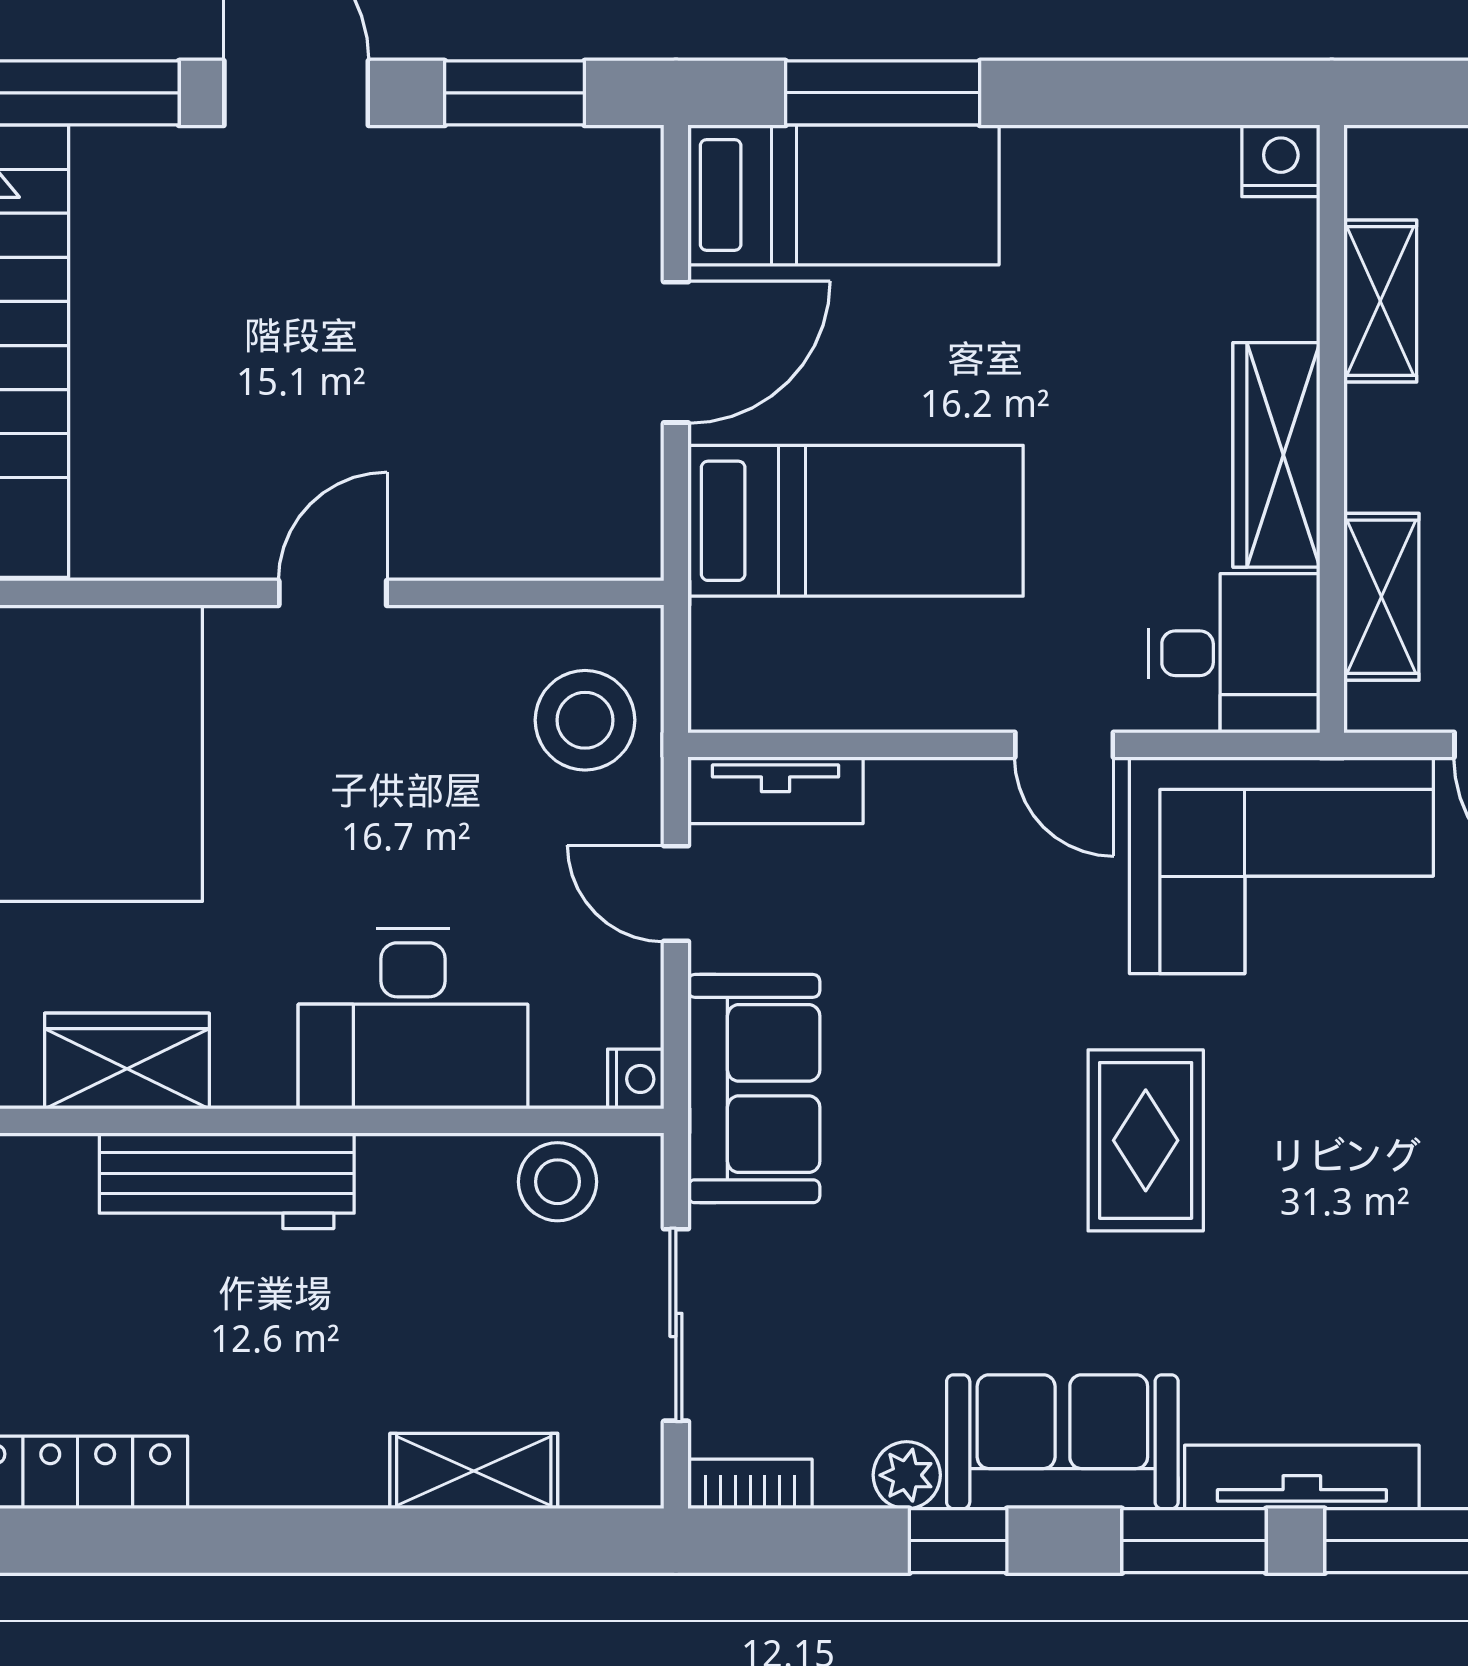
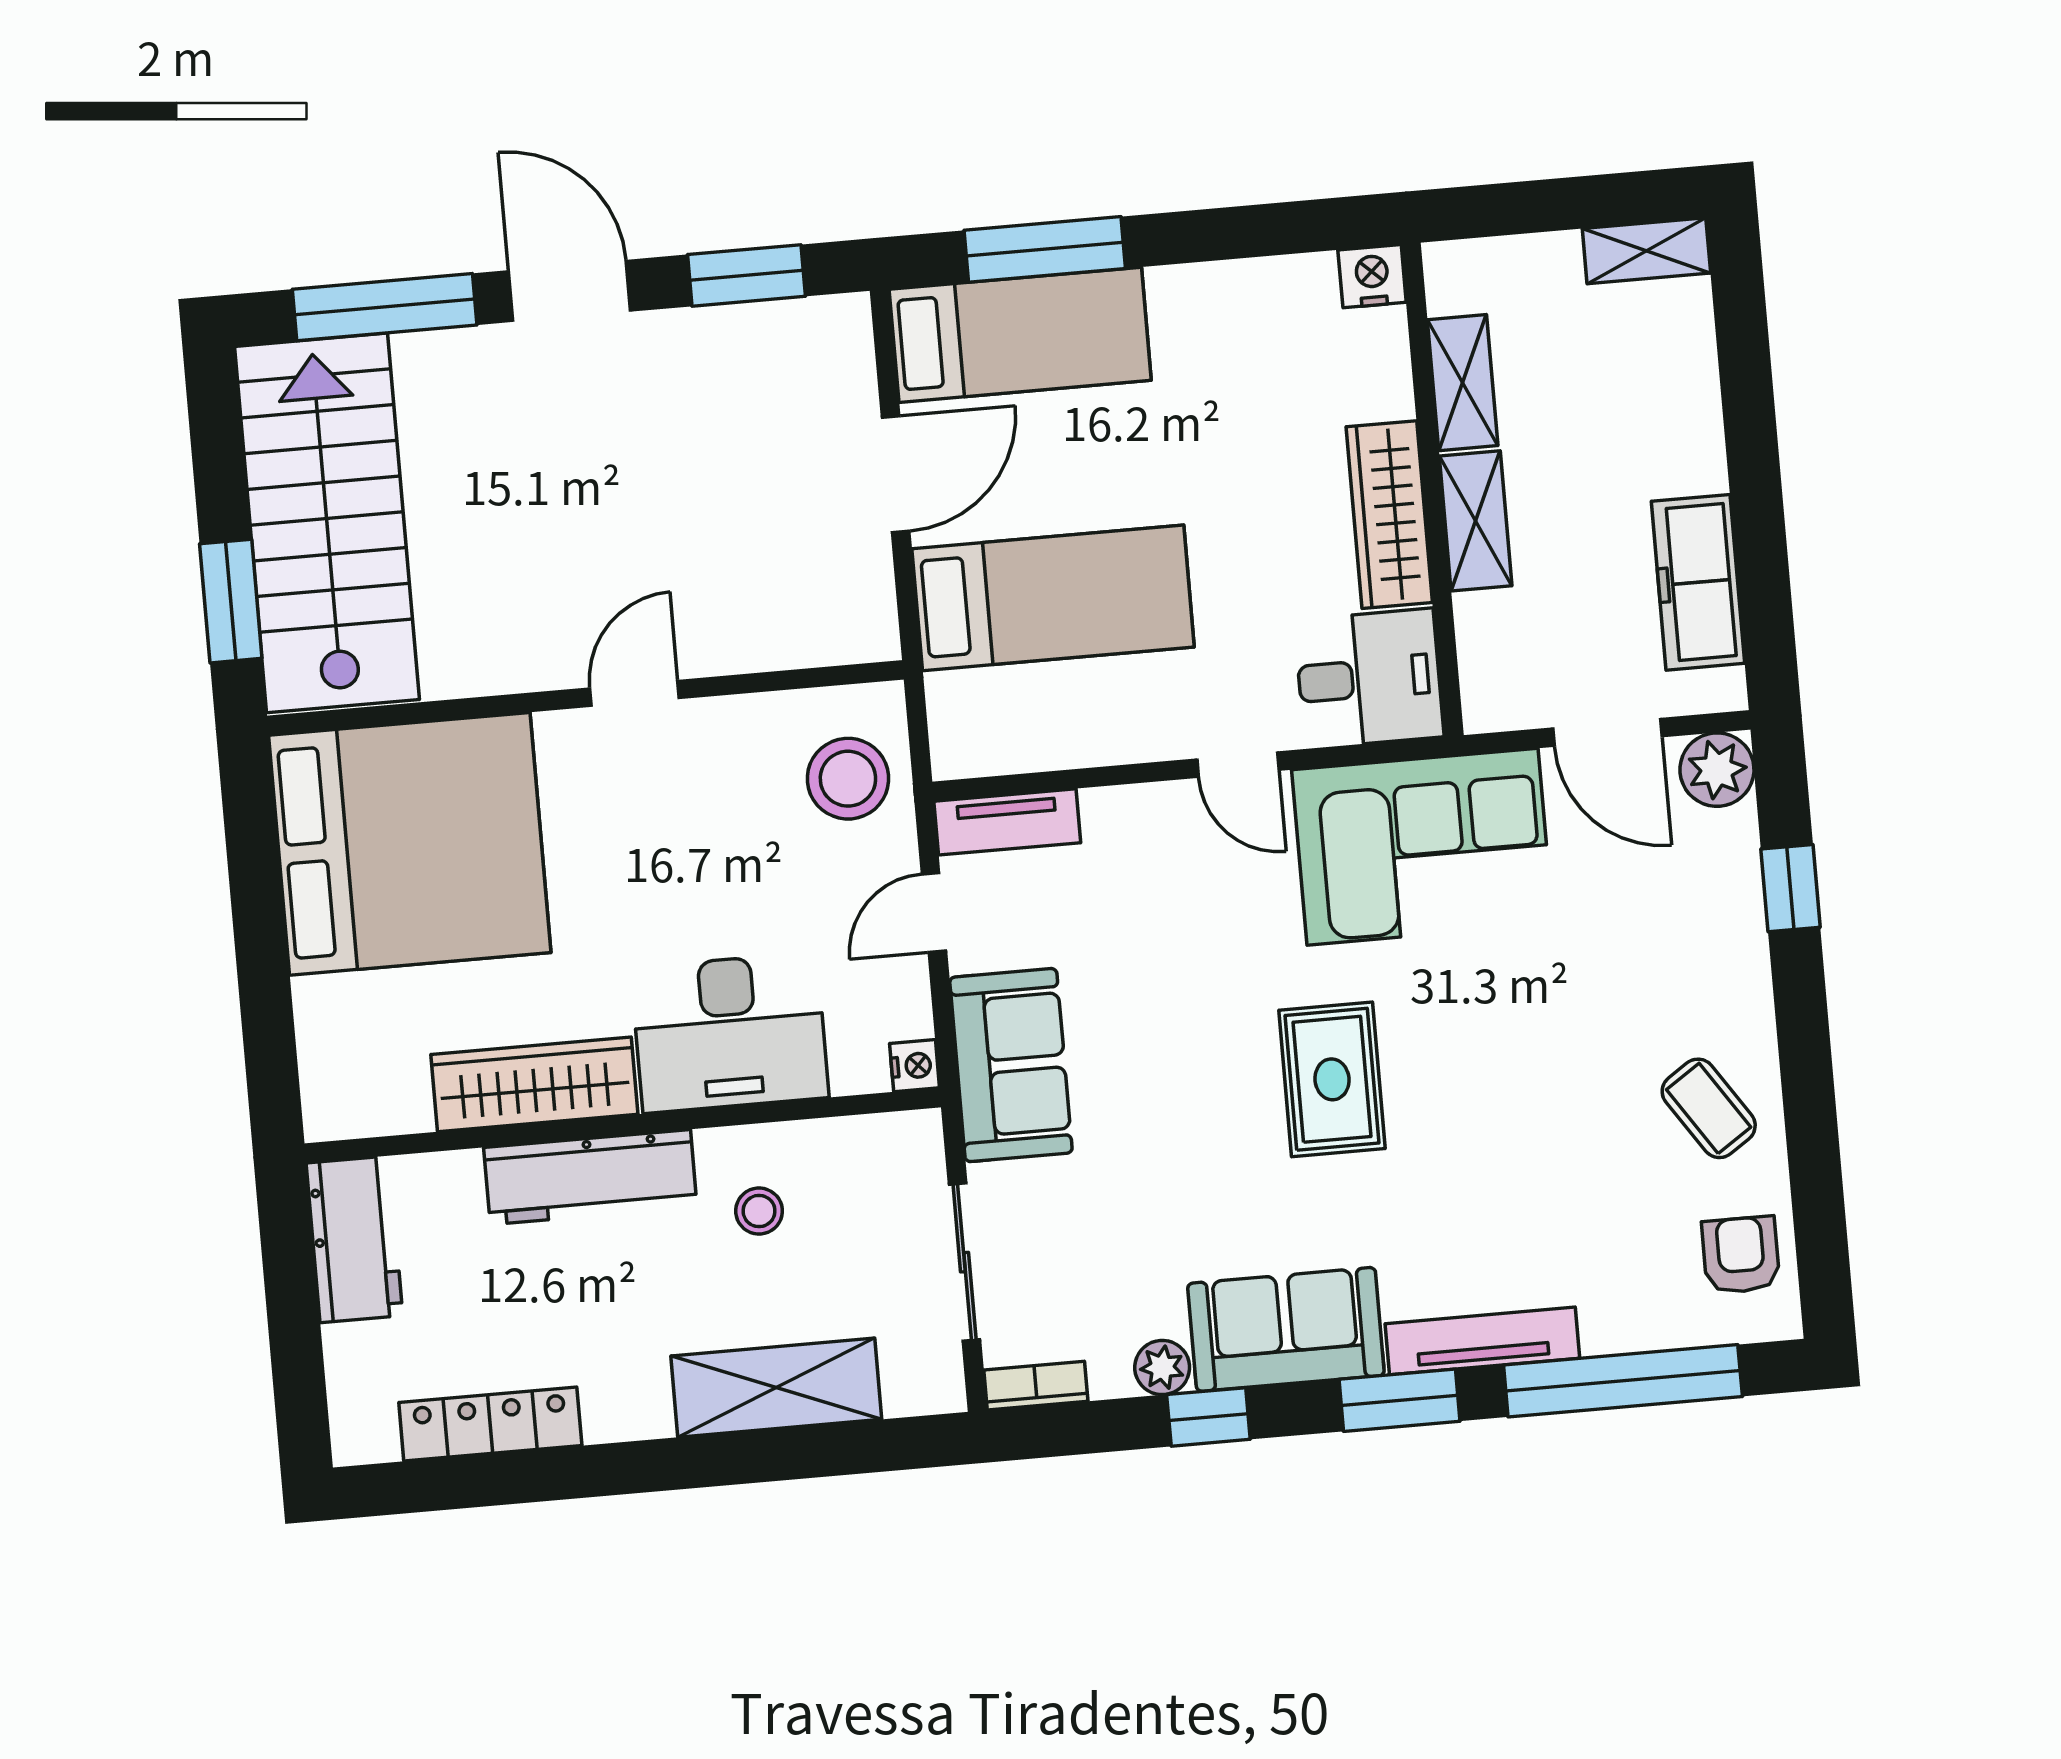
shelving: (1381, 597) -> (1476, 521), moved
door: (676, 893) -> (934, 913), hinge flipped
wardrobe: (127, 1061) -> (534, 1084), width x1.50
stool: (557, 1182) -> (759, 1211), moved, width x0.73, depth x0.73
shelving: (474, 1471) -> (776, 1388), width x1.50, depth x1.33

